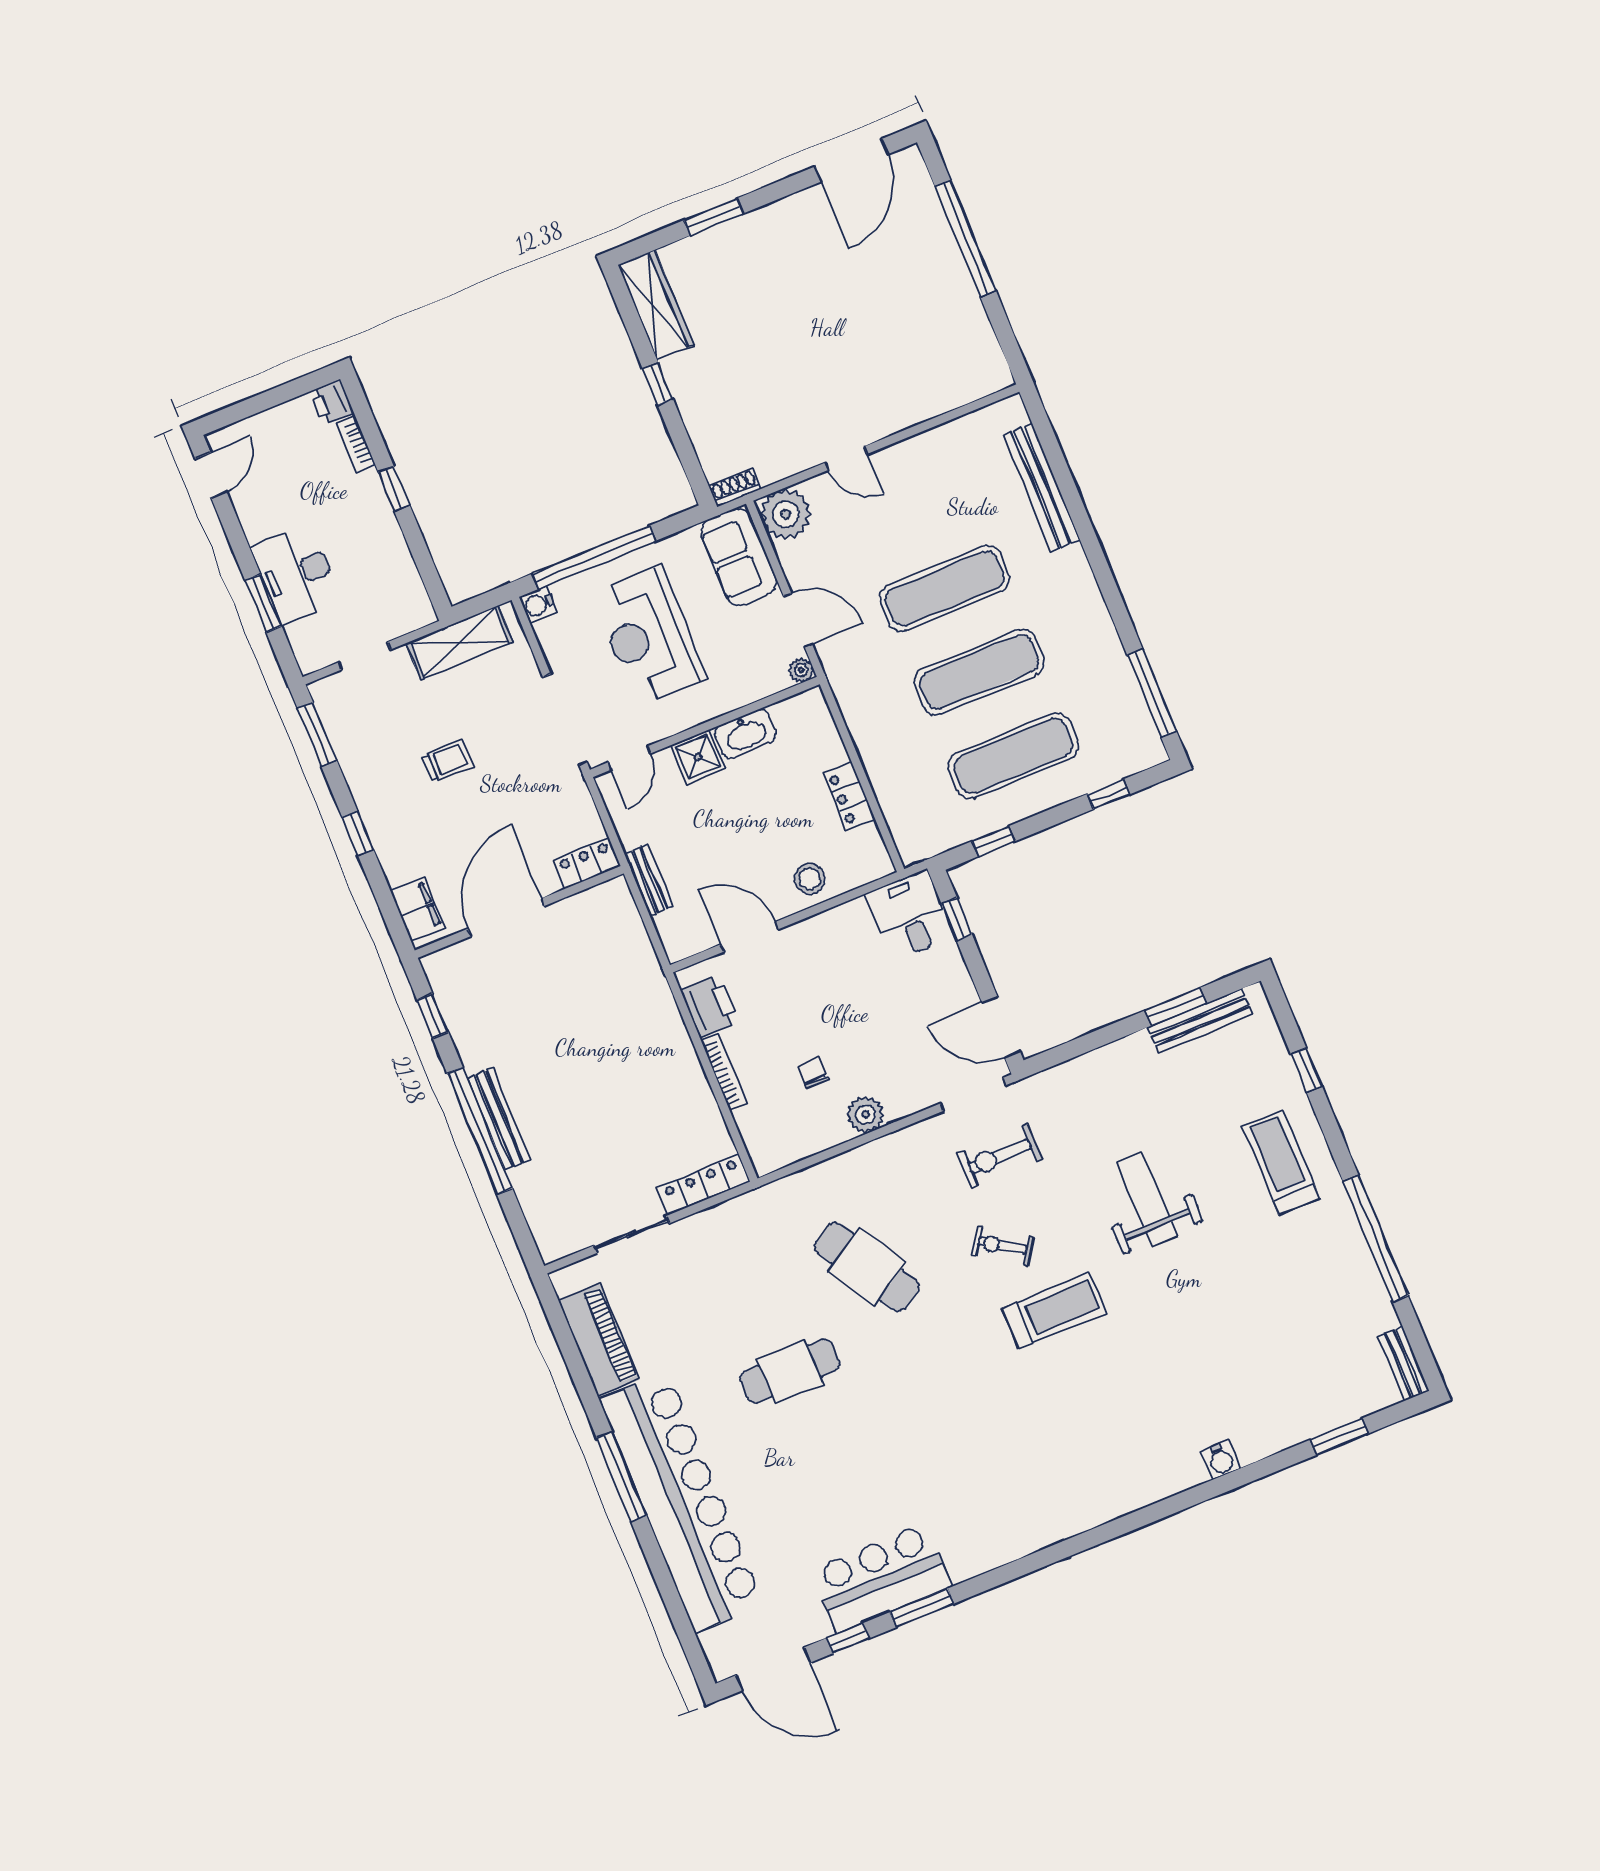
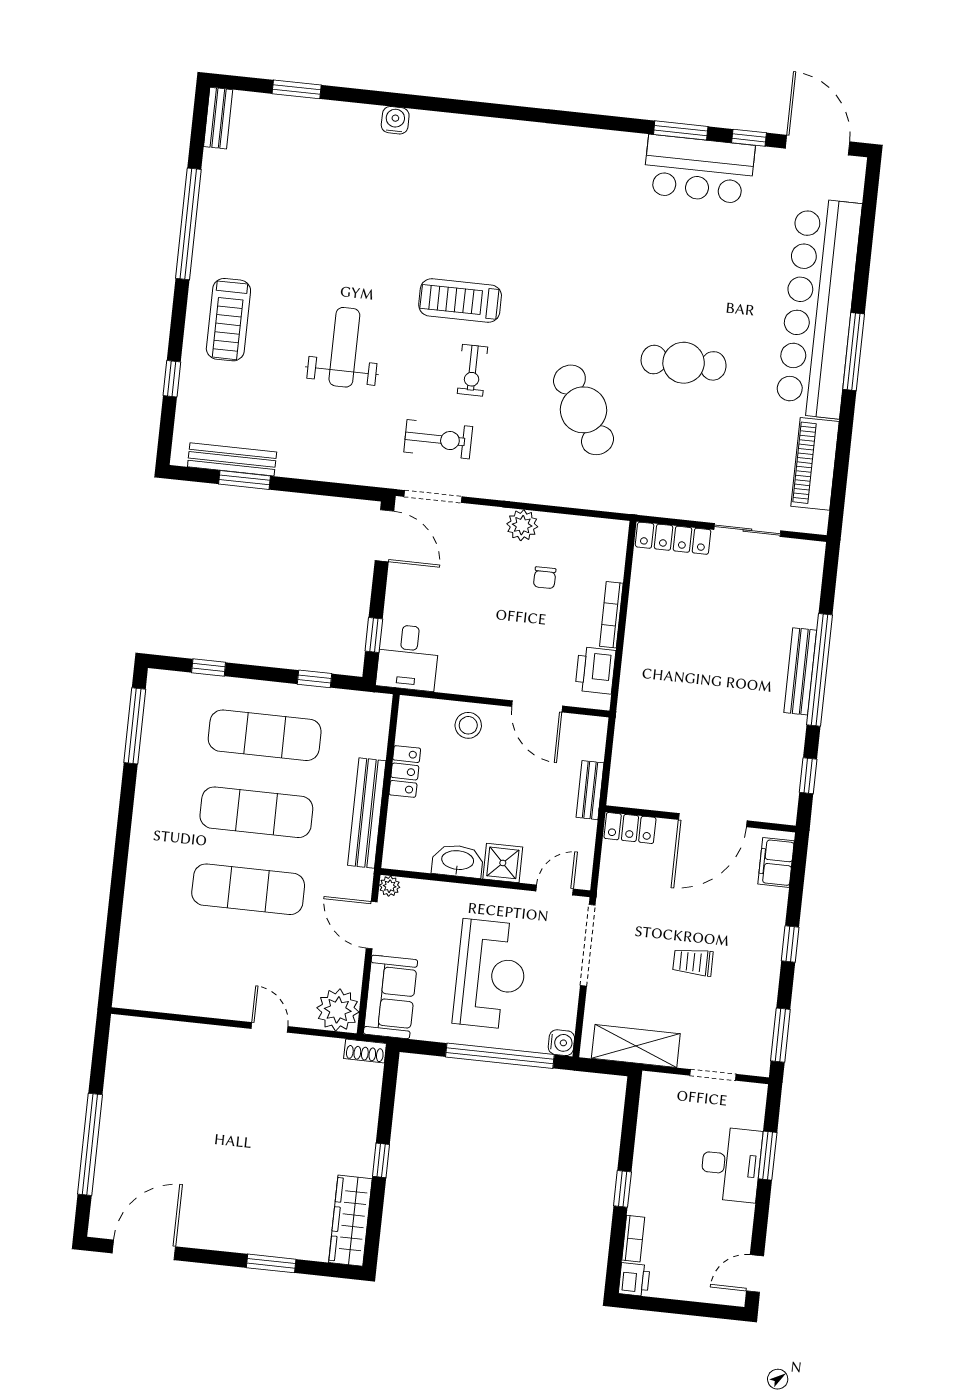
bench: (1042, 487) -> (367, 813), moved
weight bench: (1147, 1198) -> (344, 347), turned 180
exercise bike: (1002, 1246) -> (472, 370), turned 57

